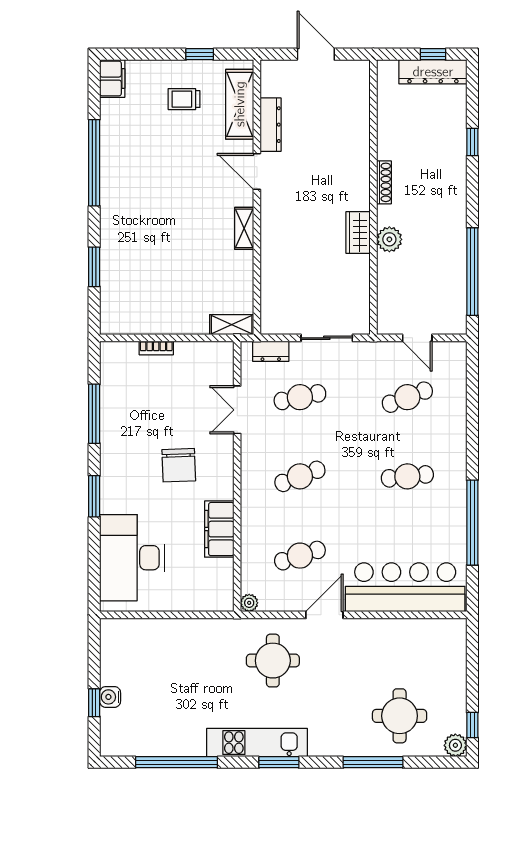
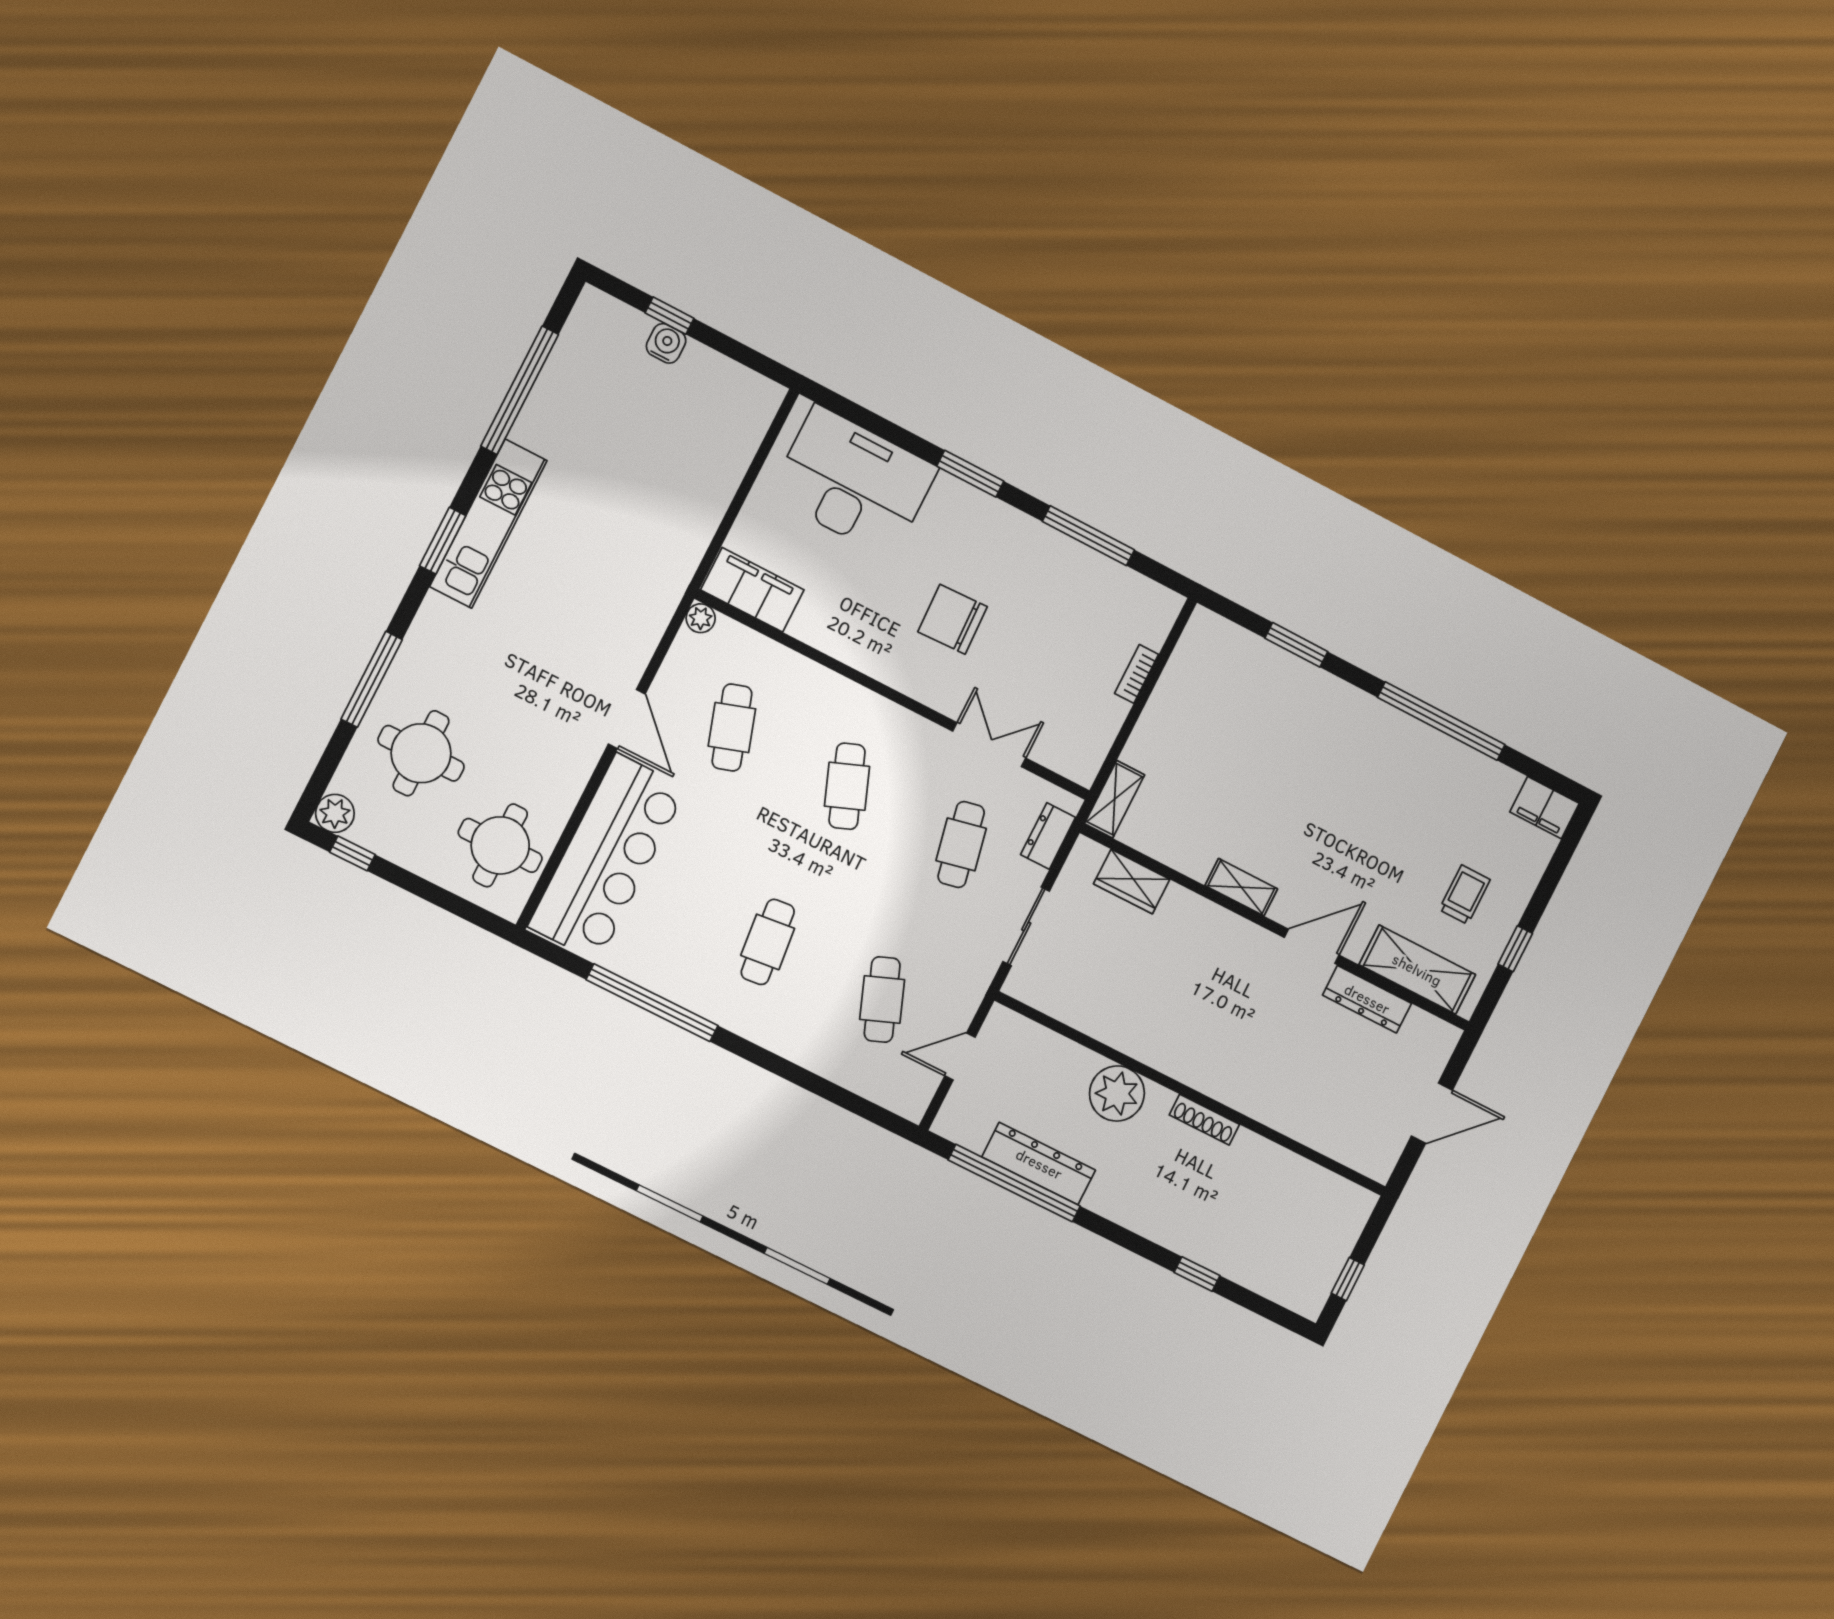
dresser: (433, 72) -> (1039, 1164), moved, turned 90
wardrobe: (358, 233) -> (1132, 882), moved, turned 180
plant: (389, 239) -> (1117, 1093), width x1.36, depth x1.36
filing cabinet: (219, 529) -> (752, 590), moved
round table: (273, 661) -> (500, 845), moved

